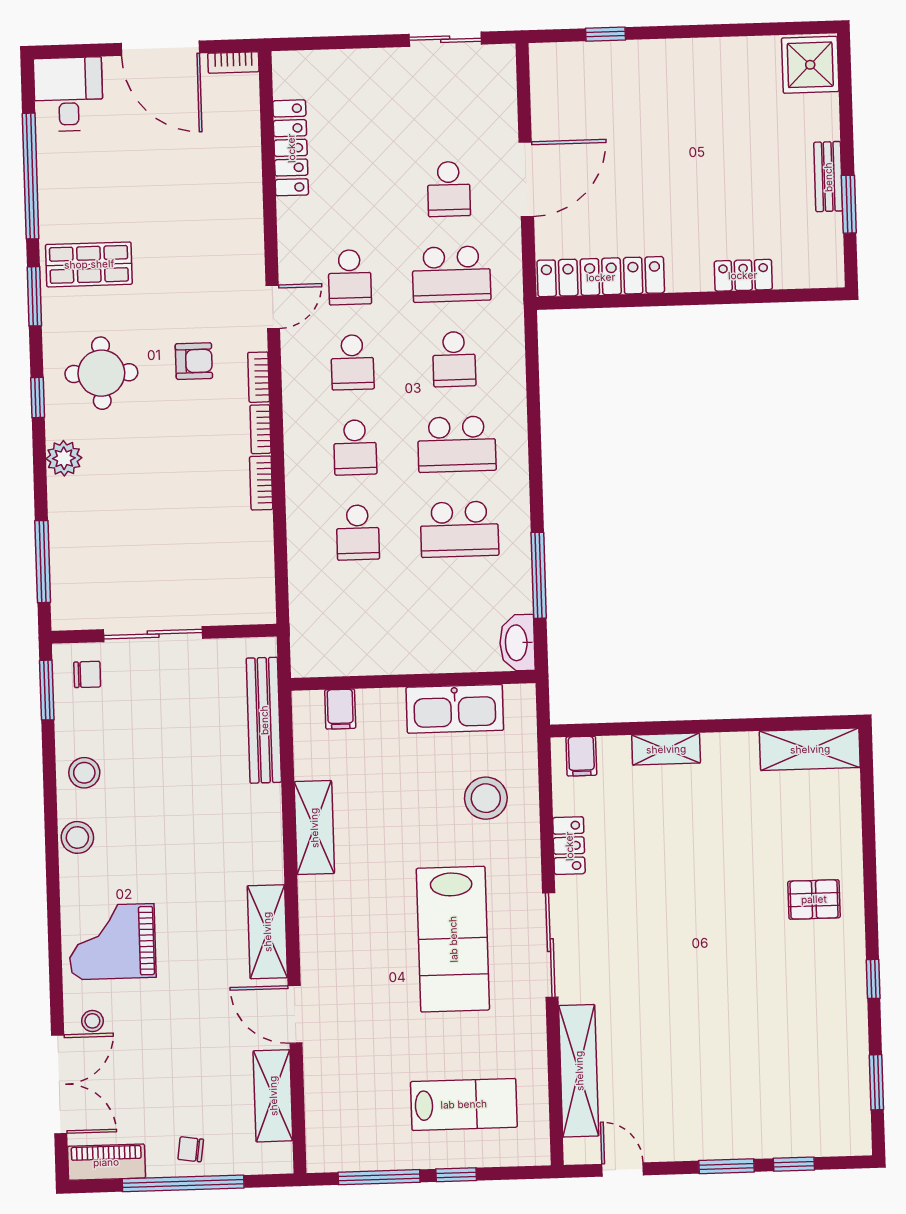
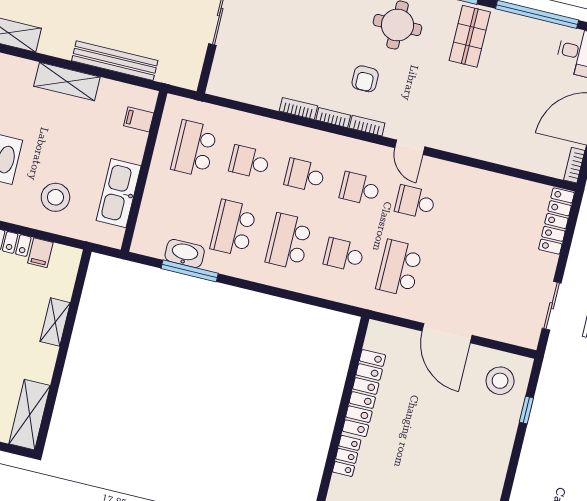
stool: (574, 84) -> (500, 381), added
locker: (291, 148) -> (556, 221), moved, turned 90
school desk: (449, 189) -> (194, 149), moved, width x1.85
locker: (601, 277) -> (364, 393), moved
armchair: (194, 361) -> (365, 79), moved
washbasin: (517, 643) -> (185, 253), moved
bench: (264, 720) -> (115, 61), moved
filing cabinet: (581, 756) -> (40, 253), moved, turned -90

